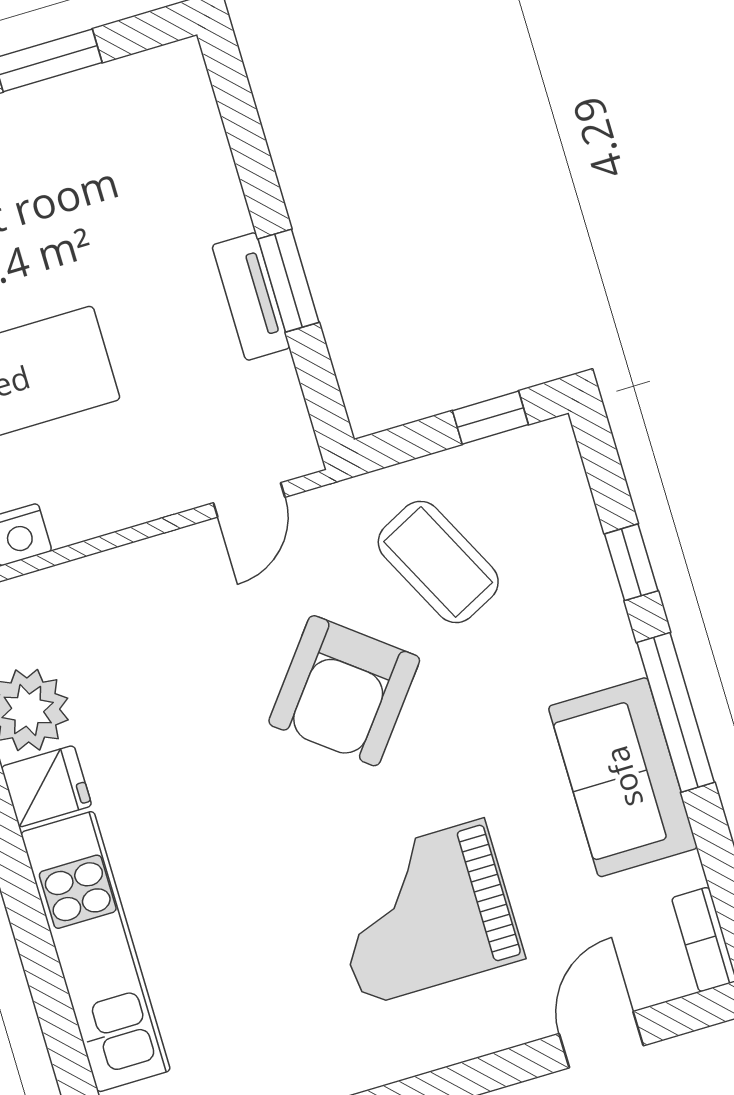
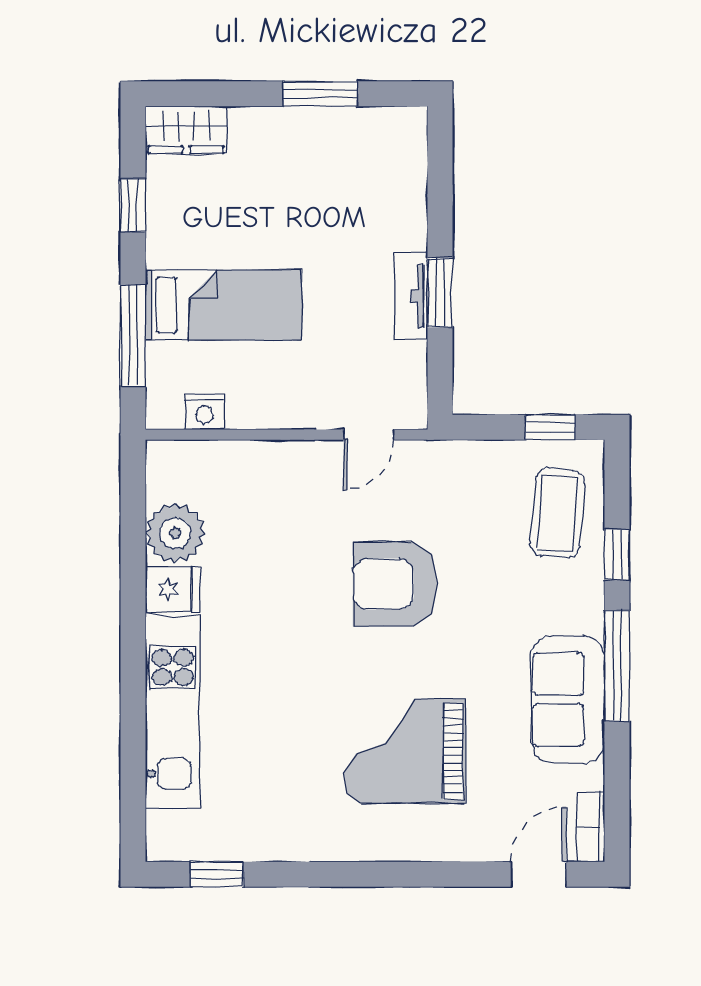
coffee table: (438, 562) -> (558, 513), moved, turned 32
armchair: (344, 691) -> (395, 584), turned 52
door: (601, 1040) -> (538, 874), moved

